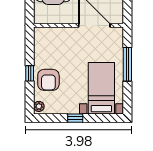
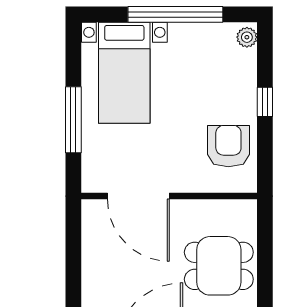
armchair: (48, 80) -> (228, 146), moved
window: (75, 118) -> (175, 14), width x3.17

